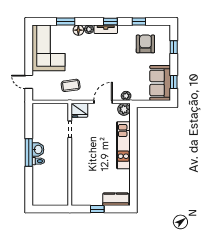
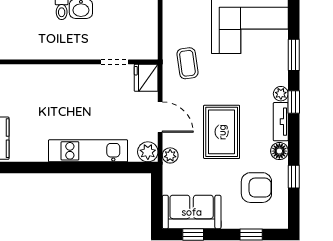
window: (110, 22) -> (294, 102), moved
floor lamp: (78, 30) -> (279, 151), moved
rug: (112, 65) -> (222, 132), added

